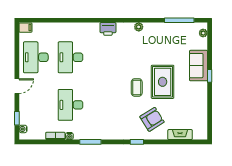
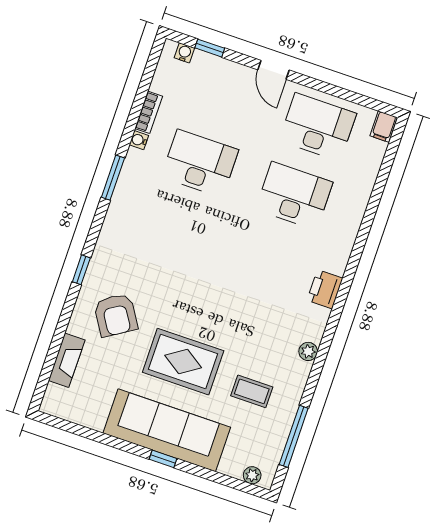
sofa: (199, 66) -> (167, 430), width x1.85, depth x1.27
coffee table: (137, 87) -> (252, 391), moved

